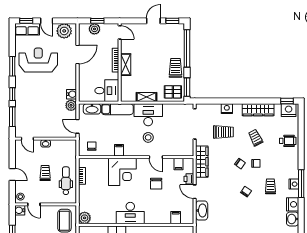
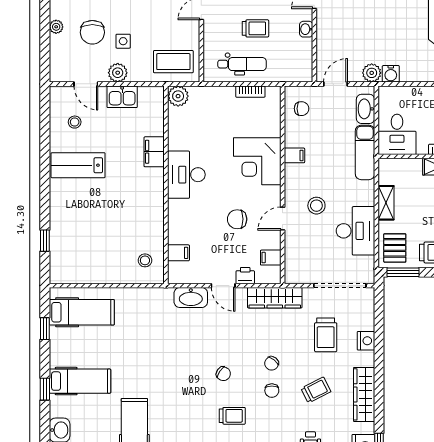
desk: (148, 115) -> (355, 231), moved
door: (195, 192) -> (223, 286), swing flipped

